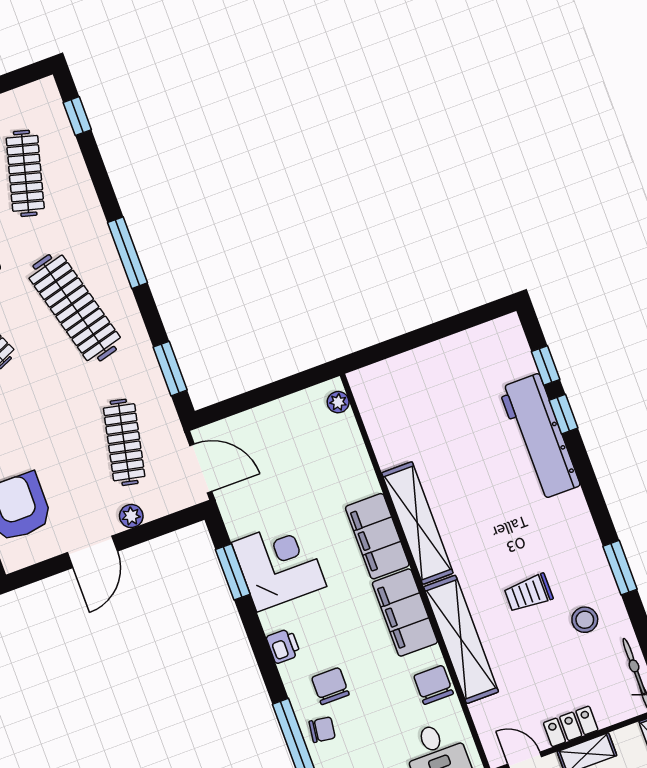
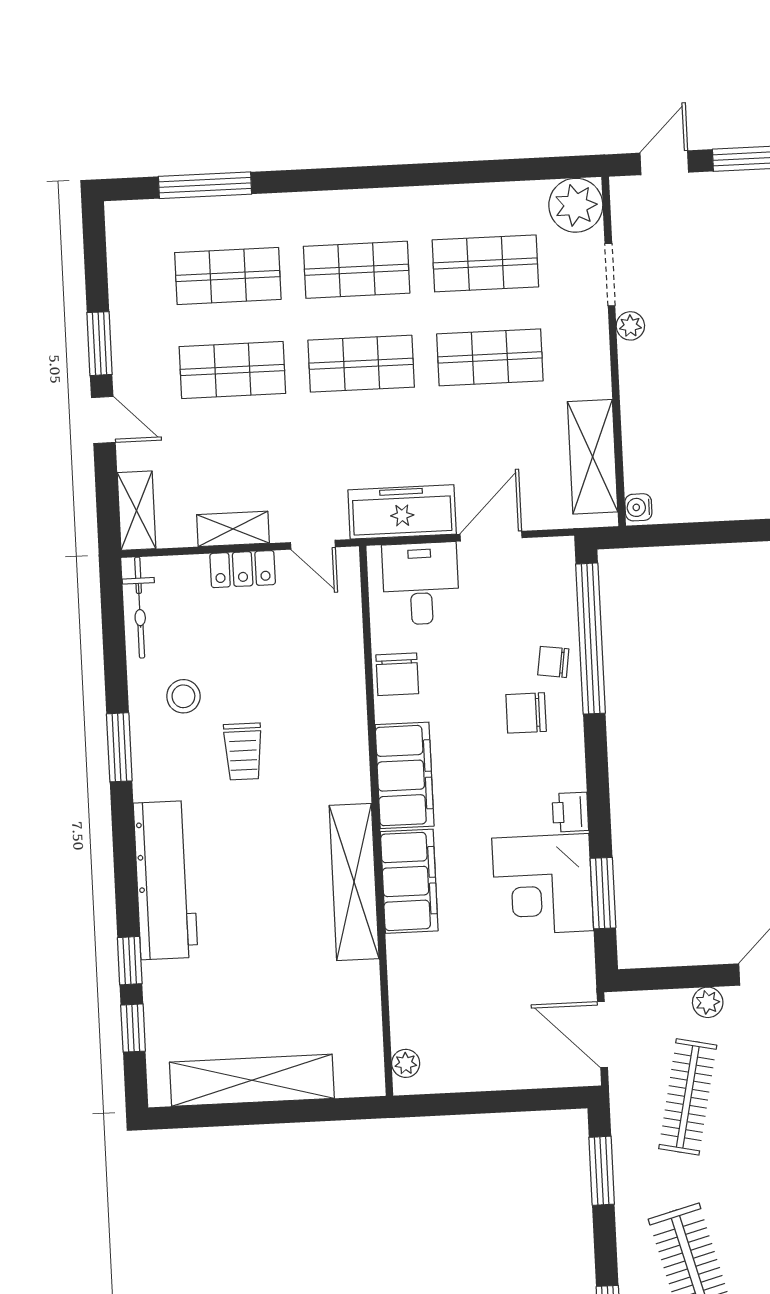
workbench: (539, 437) -> (166, 880), moved
trolley: (528, 593) -> (243, 752), turned 90
shelving: (461, 639) -> (252, 1080), moved, turned 90
printer: (283, 646) -> (570, 812), moved
chair: (330, 686) -> (526, 713), turned 90

